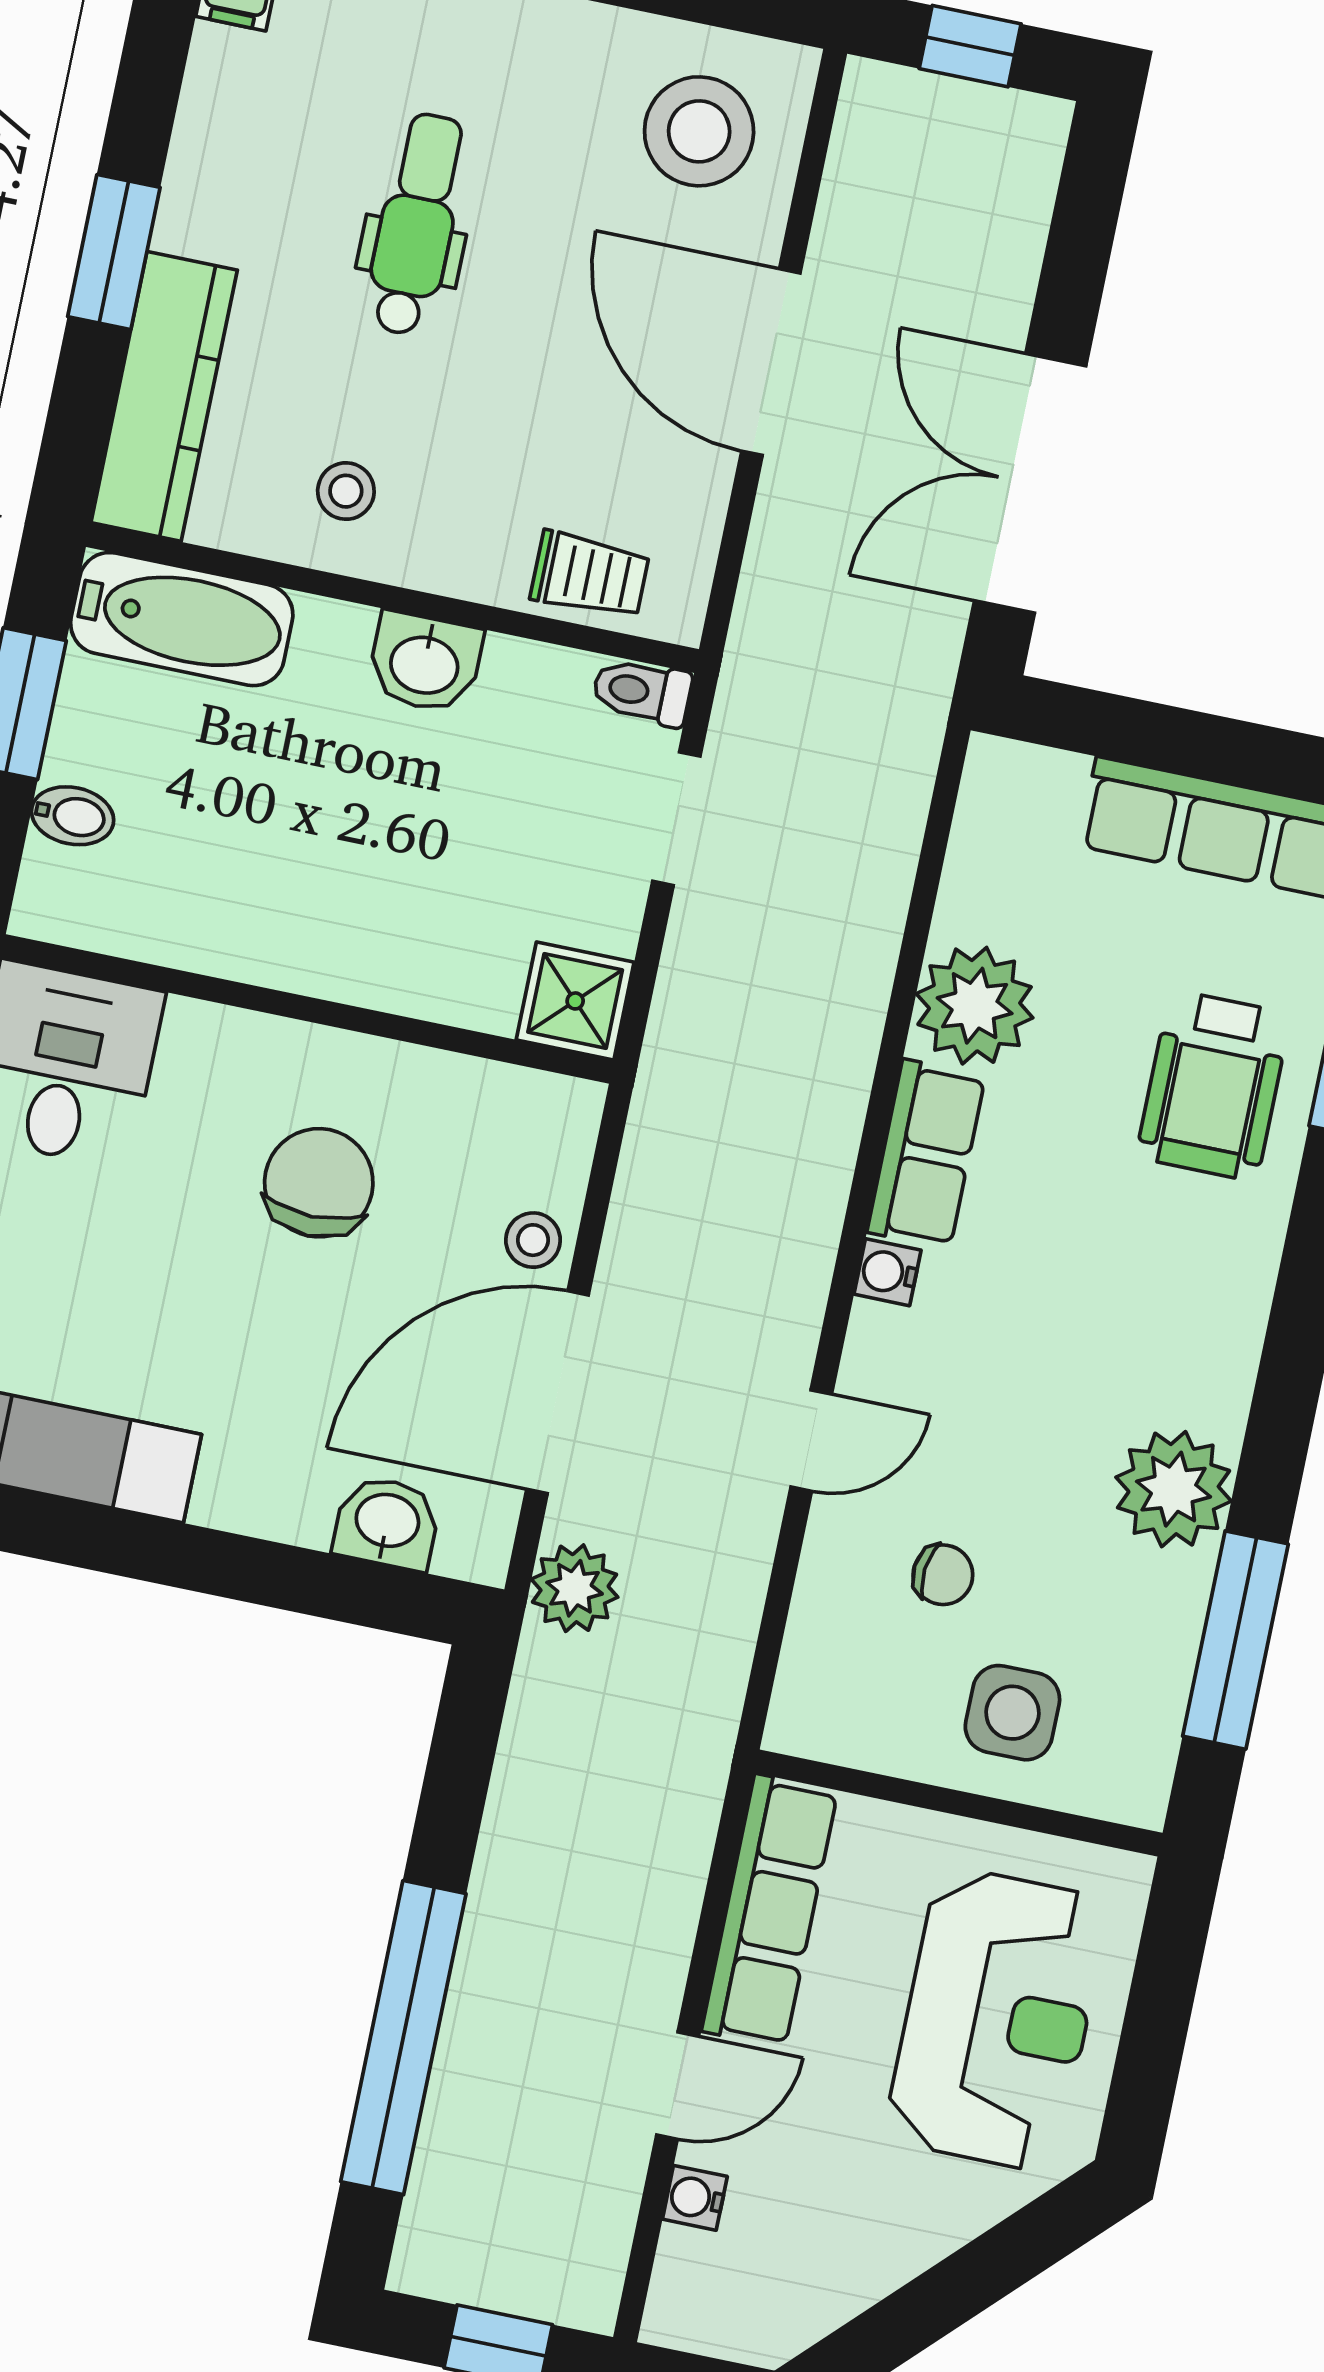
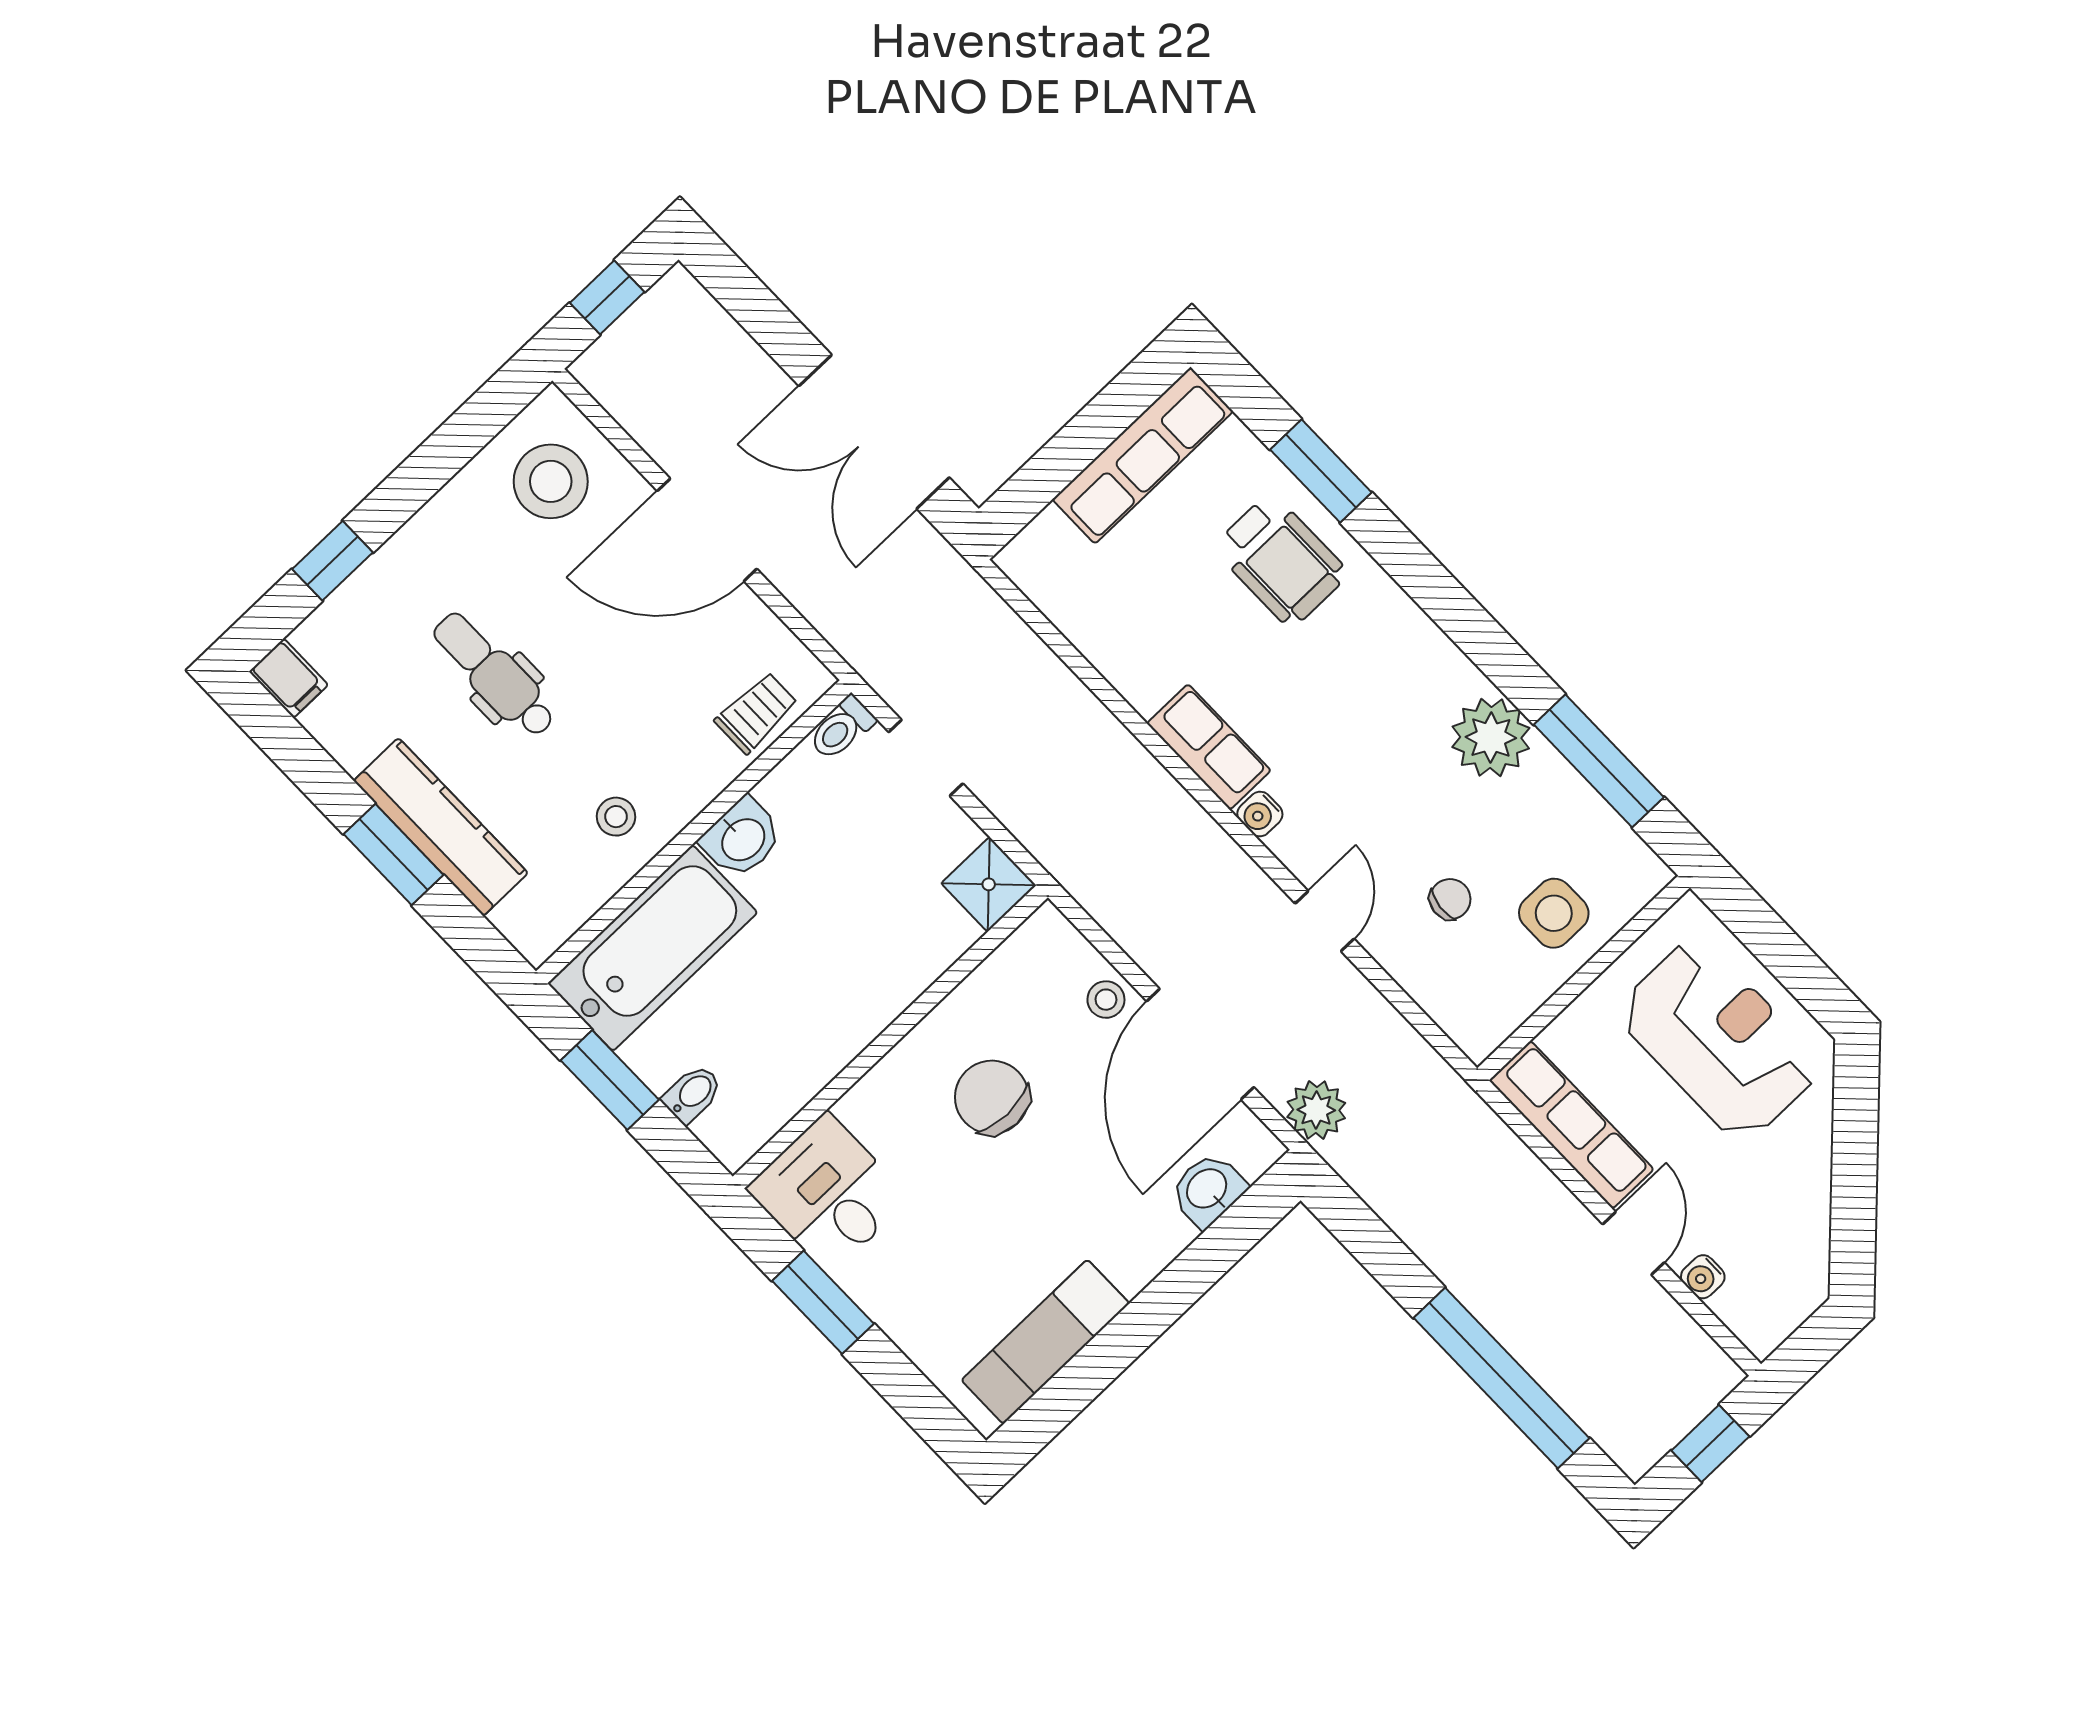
kitchen counter: (164, 396) -> (441, 827), moved
bathtub: (182, 619) -> (653, 948), width x1.36, depth x1.36
plant: (975, 1006) -> (1145, 663), removed

